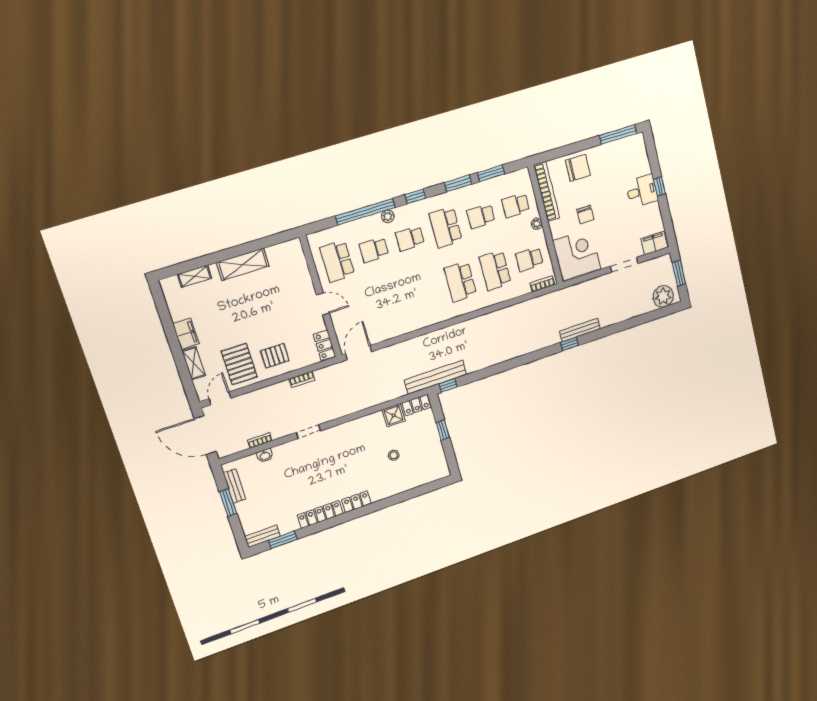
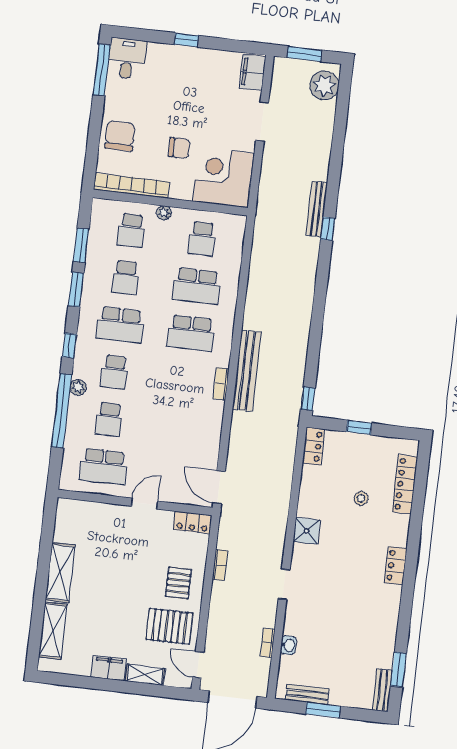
desk: (642, 191) -> (127, 58), moved
shelving: (195, 276) -> (53, 631), width x1.50, depth x1.33
bookcase: (542, 284) -> (221, 384), moved
bench: (435, 377) -> (247, 371), moved
shower: (394, 415) -> (307, 531), moved
locker: (320, 514) -> (405, 484), moved

